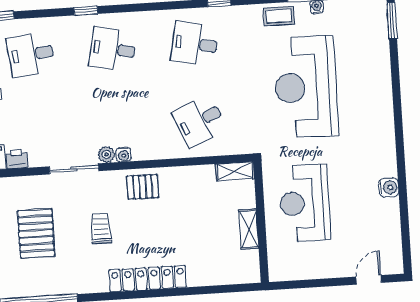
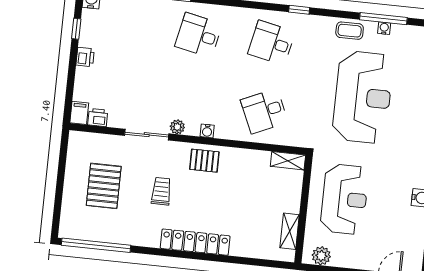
desk: (31, 54) -> (126, 27), removed
reception desk: (306, 87) -> (363, 97), turned 180
water cooler: (124, 154) -> (207, 131), moved
reception desk: (305, 203) -> (344, 199), turned 180
shelving: (249, 229) -> (290, 231), moved
plant: (290, 270) -> (321, 256), added

